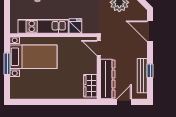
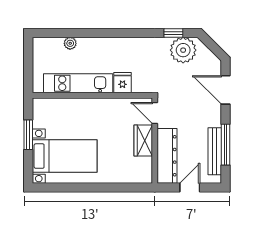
bed with nightstands: (33, 57) -> (65, 156), moved
window: (150, 71) -> (225, 145), width x2.17
wardrobe: (90, 86) -> (143, 140), moved

